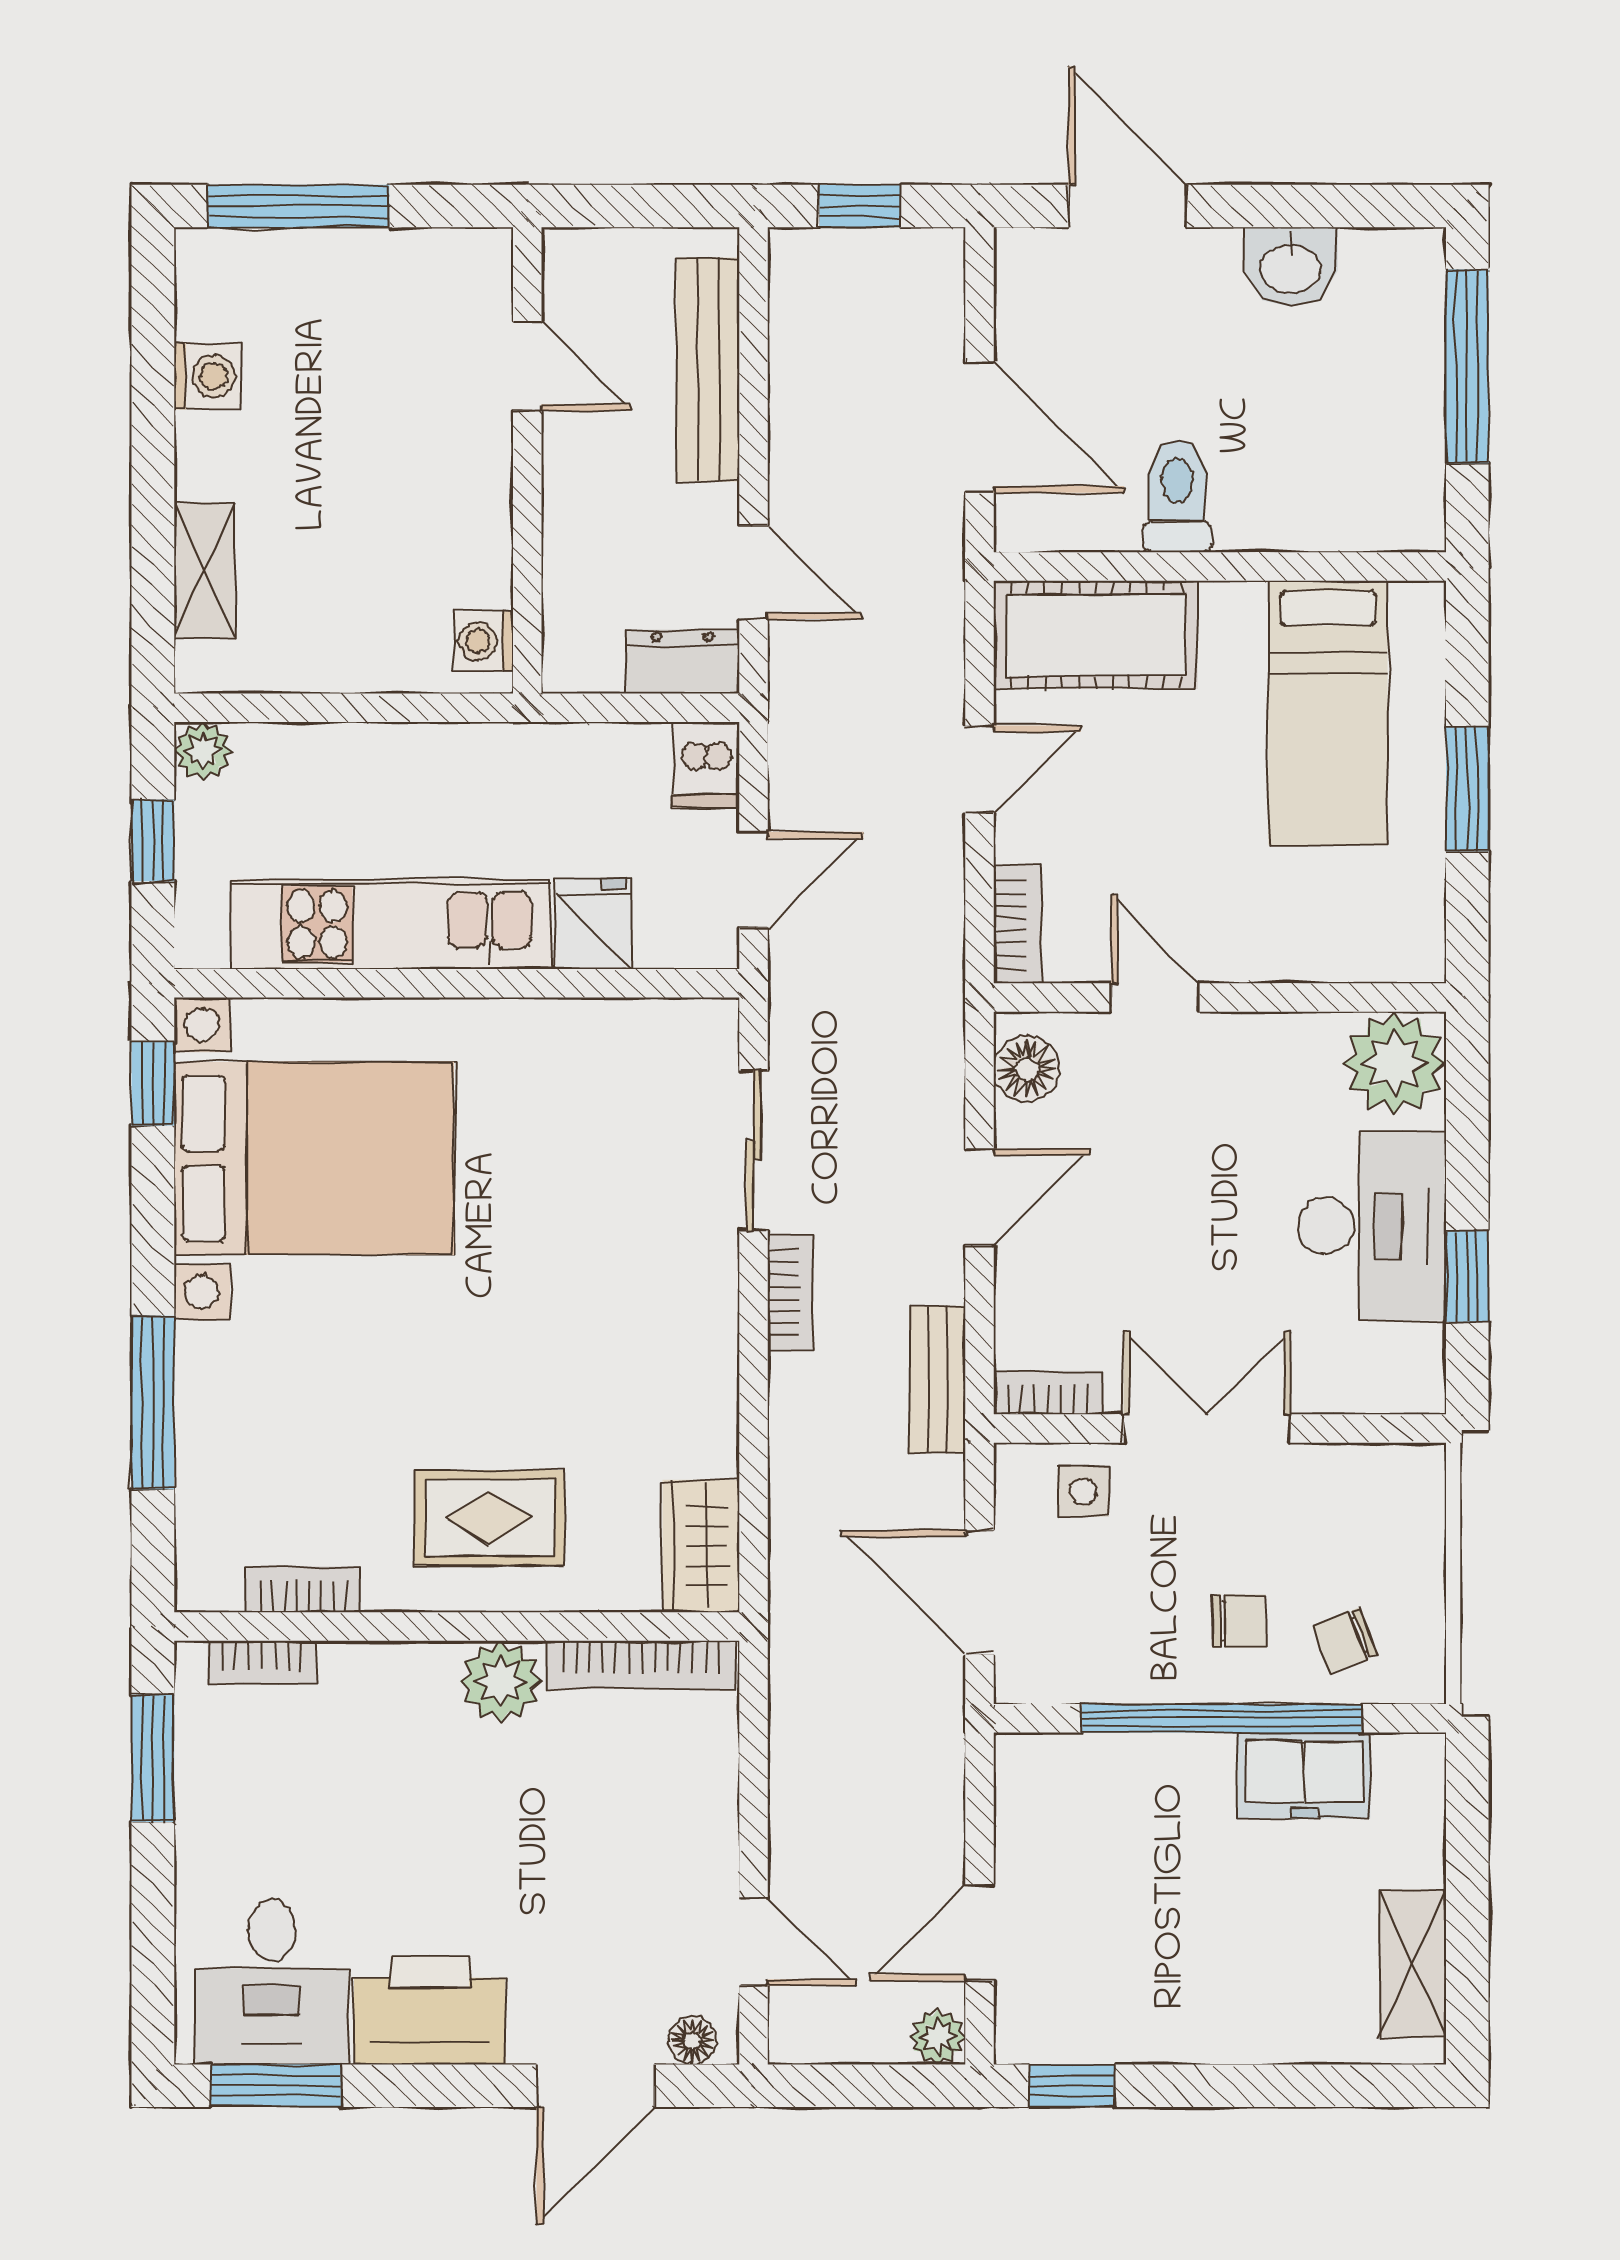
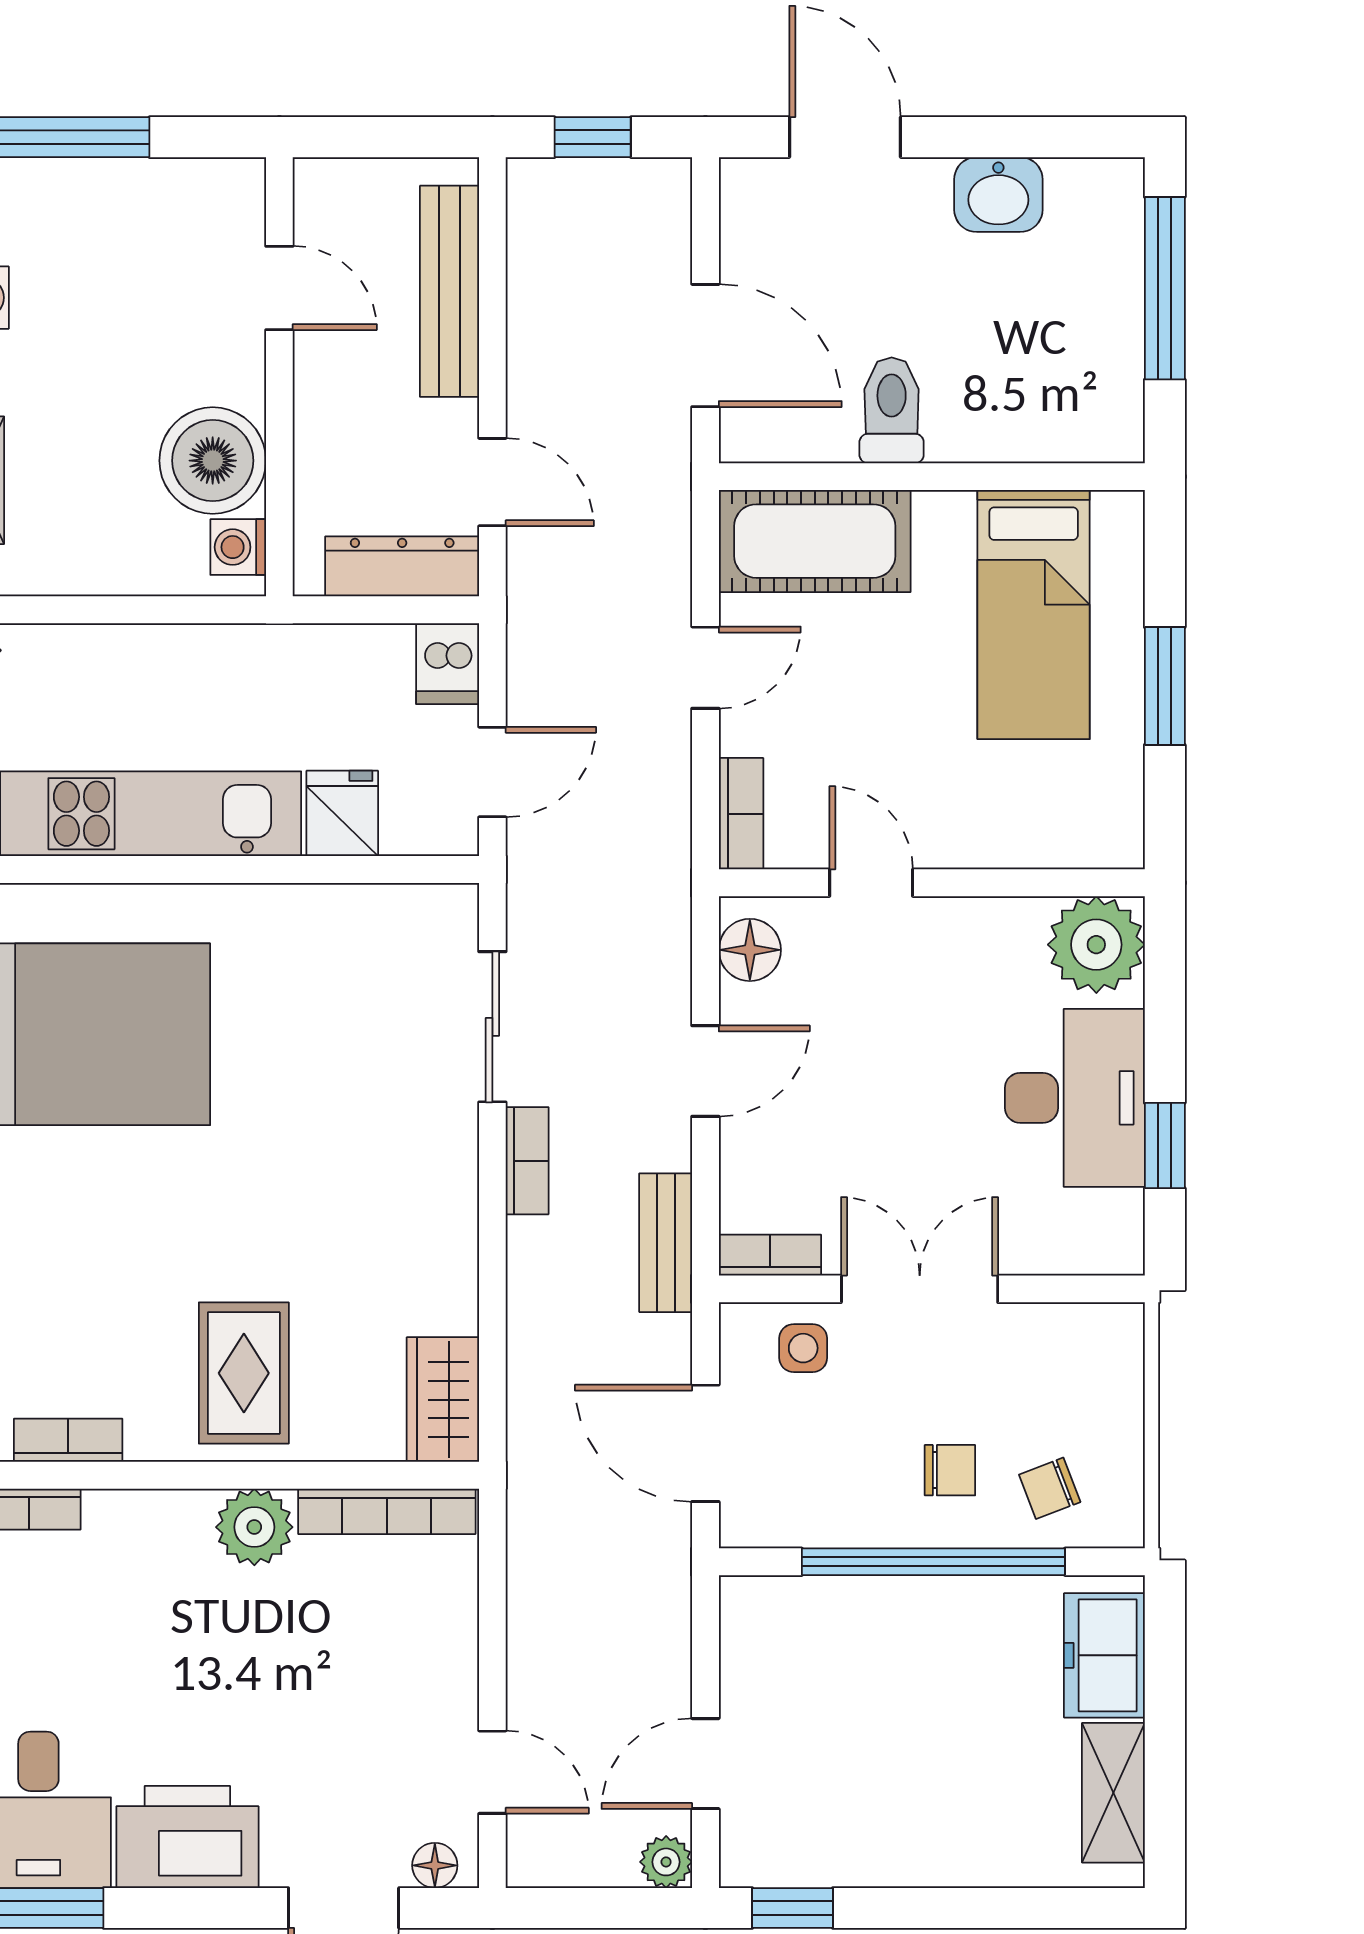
boiler: (457, 549) -> (213, 461), added
dresser: (683, 662) -> (402, 566), width x1.44
rug: (490, 1518) -> (244, 1373), turned 90
freezer: (1304, 1775) -> (1104, 1655), moved, turned 90

